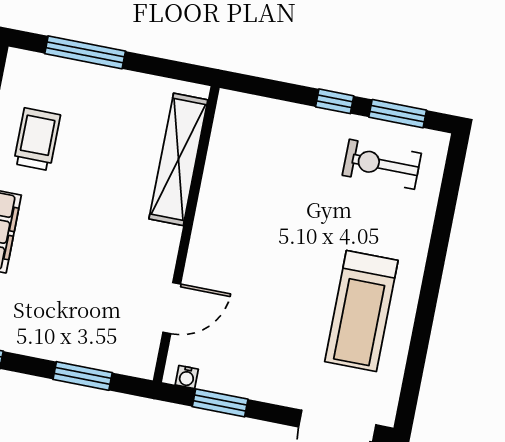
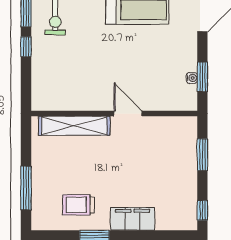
door: (172, 308) -> (128, 113), moved
water cooler: (187, 377) -> (192, 78), moved

